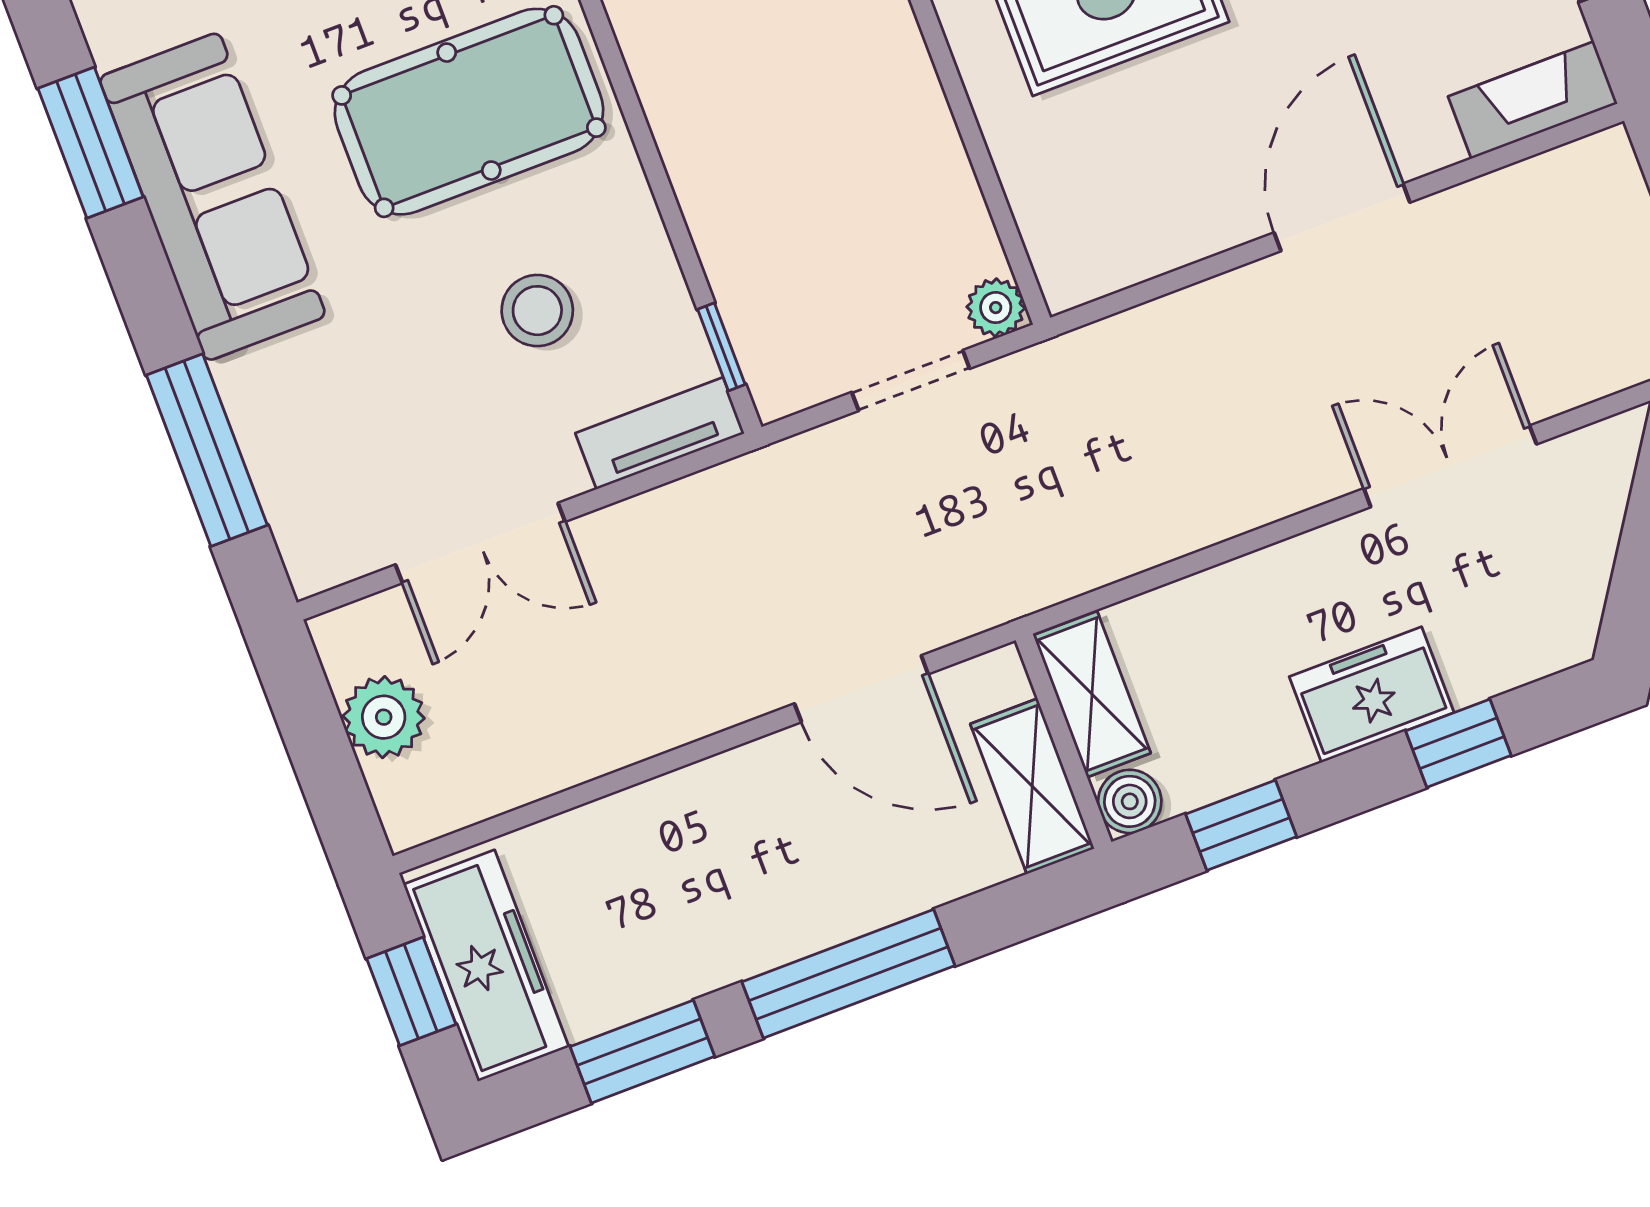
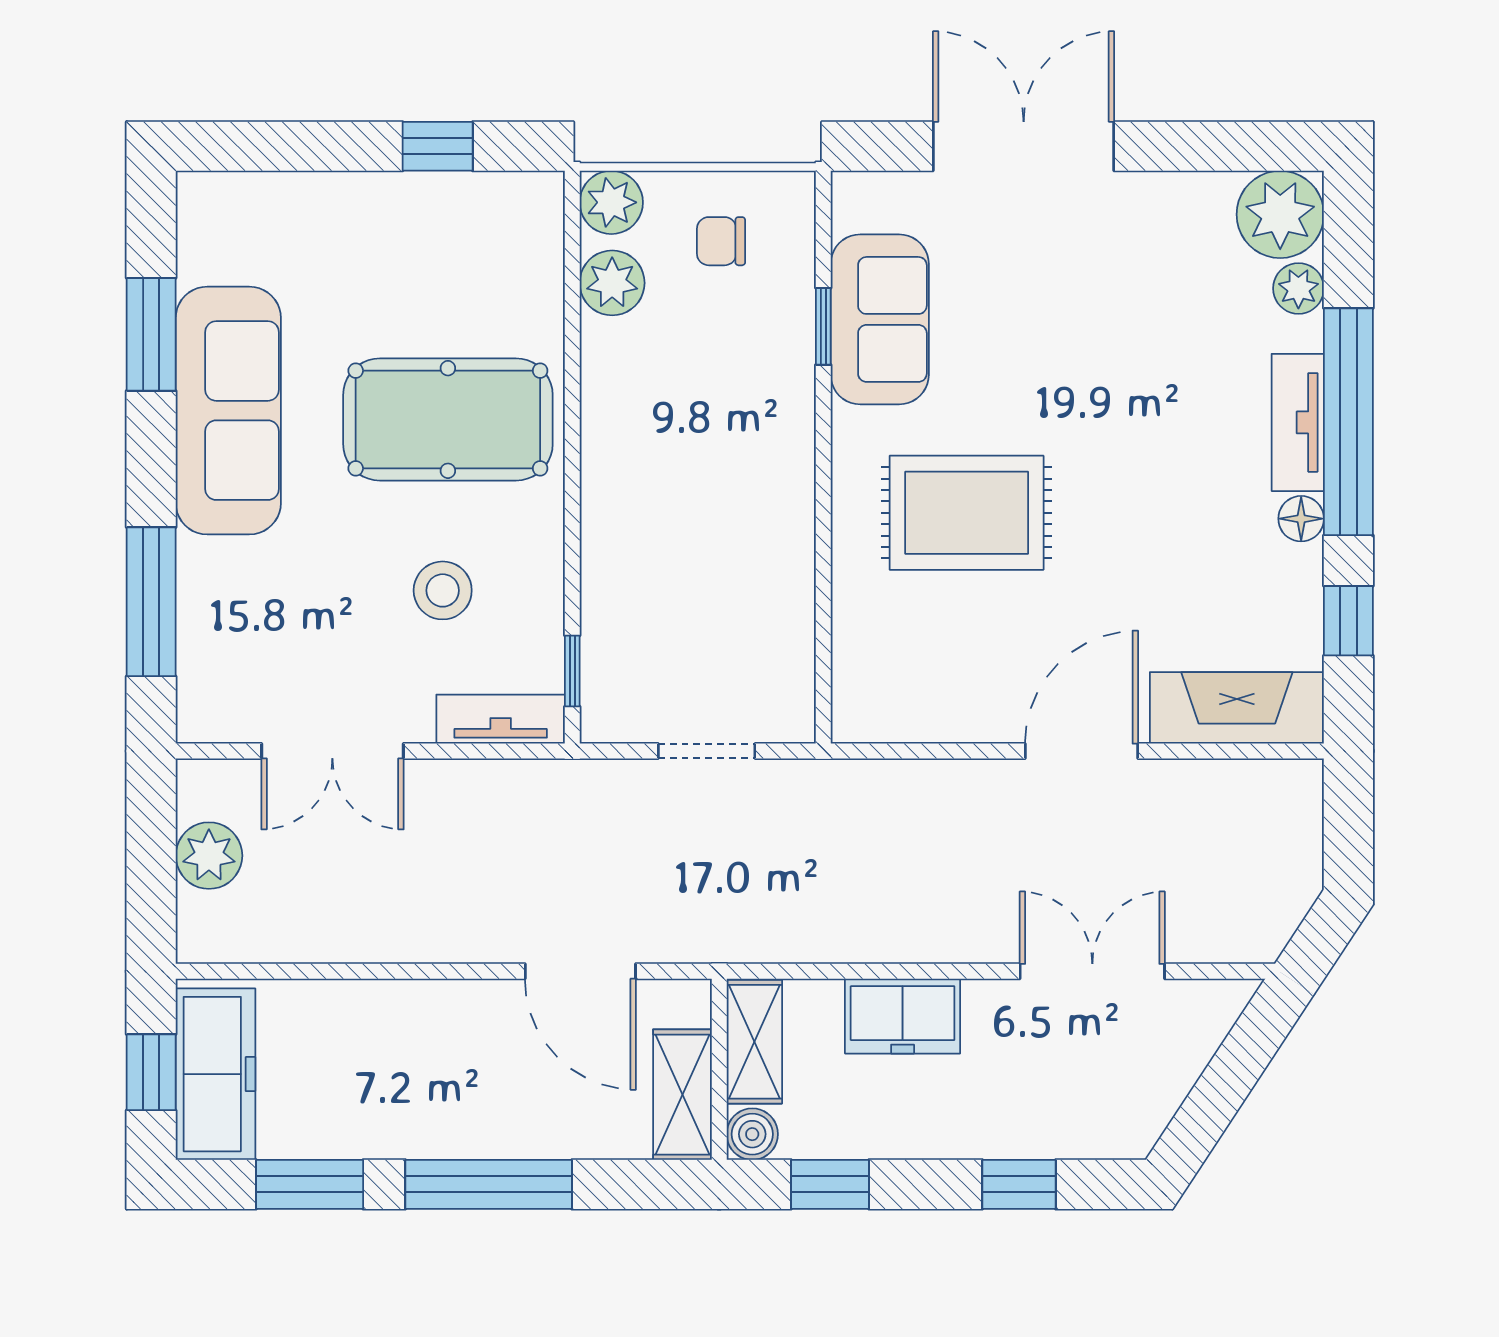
fireplace: (1533, 100) -> (1237, 708), width x1.37, depth x1.32
plant: (996, 308) -> (792, 720), removed
freezer: (1372, 695) -> (903, 1016), moved, turned 180

